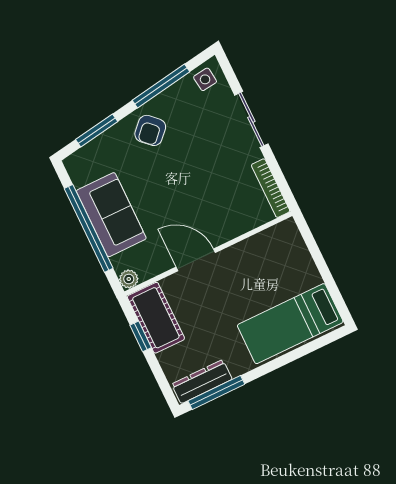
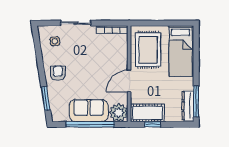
side table: (205, 79) -> (55, 41), moved
window: (161, 86) -> (39, 58), removed
armchair: (150, 130) -> (58, 73), turned -134
rug: (266, 266) -> (148, 50), added
plant: (129, 279) -> (119, 113), width x1.88, depth x1.88

